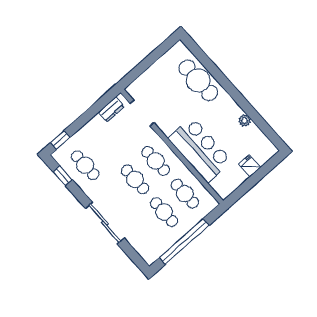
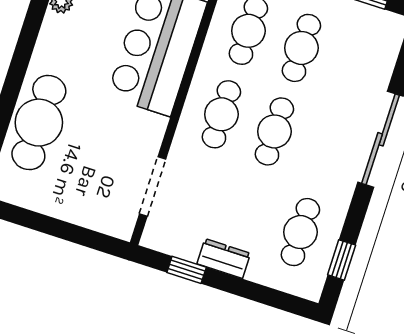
dresser: (111, 109) -> (224, 259), moved
window: (60, 140) -> (187, 270), moved

